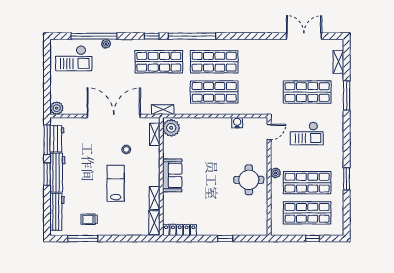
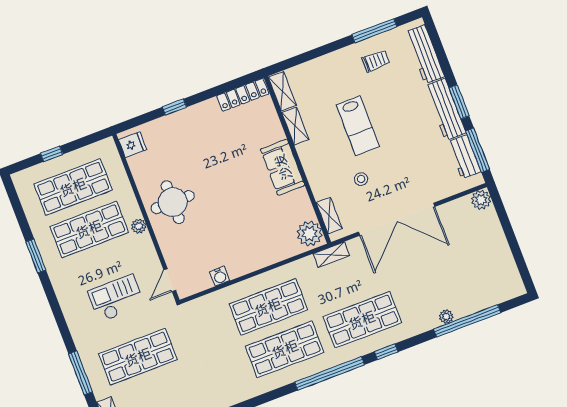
checkout: (74, 58) -> (484, 279), removed
fridge: (260, 225) -> (133, 145), added

